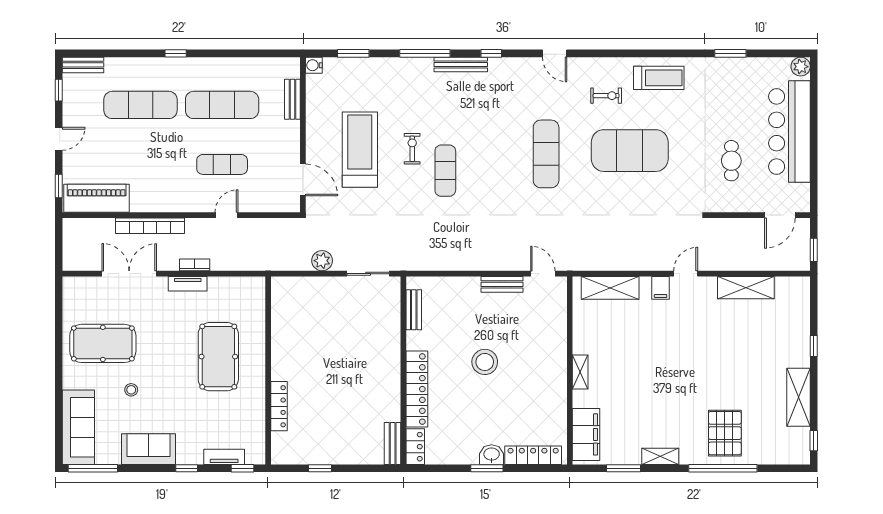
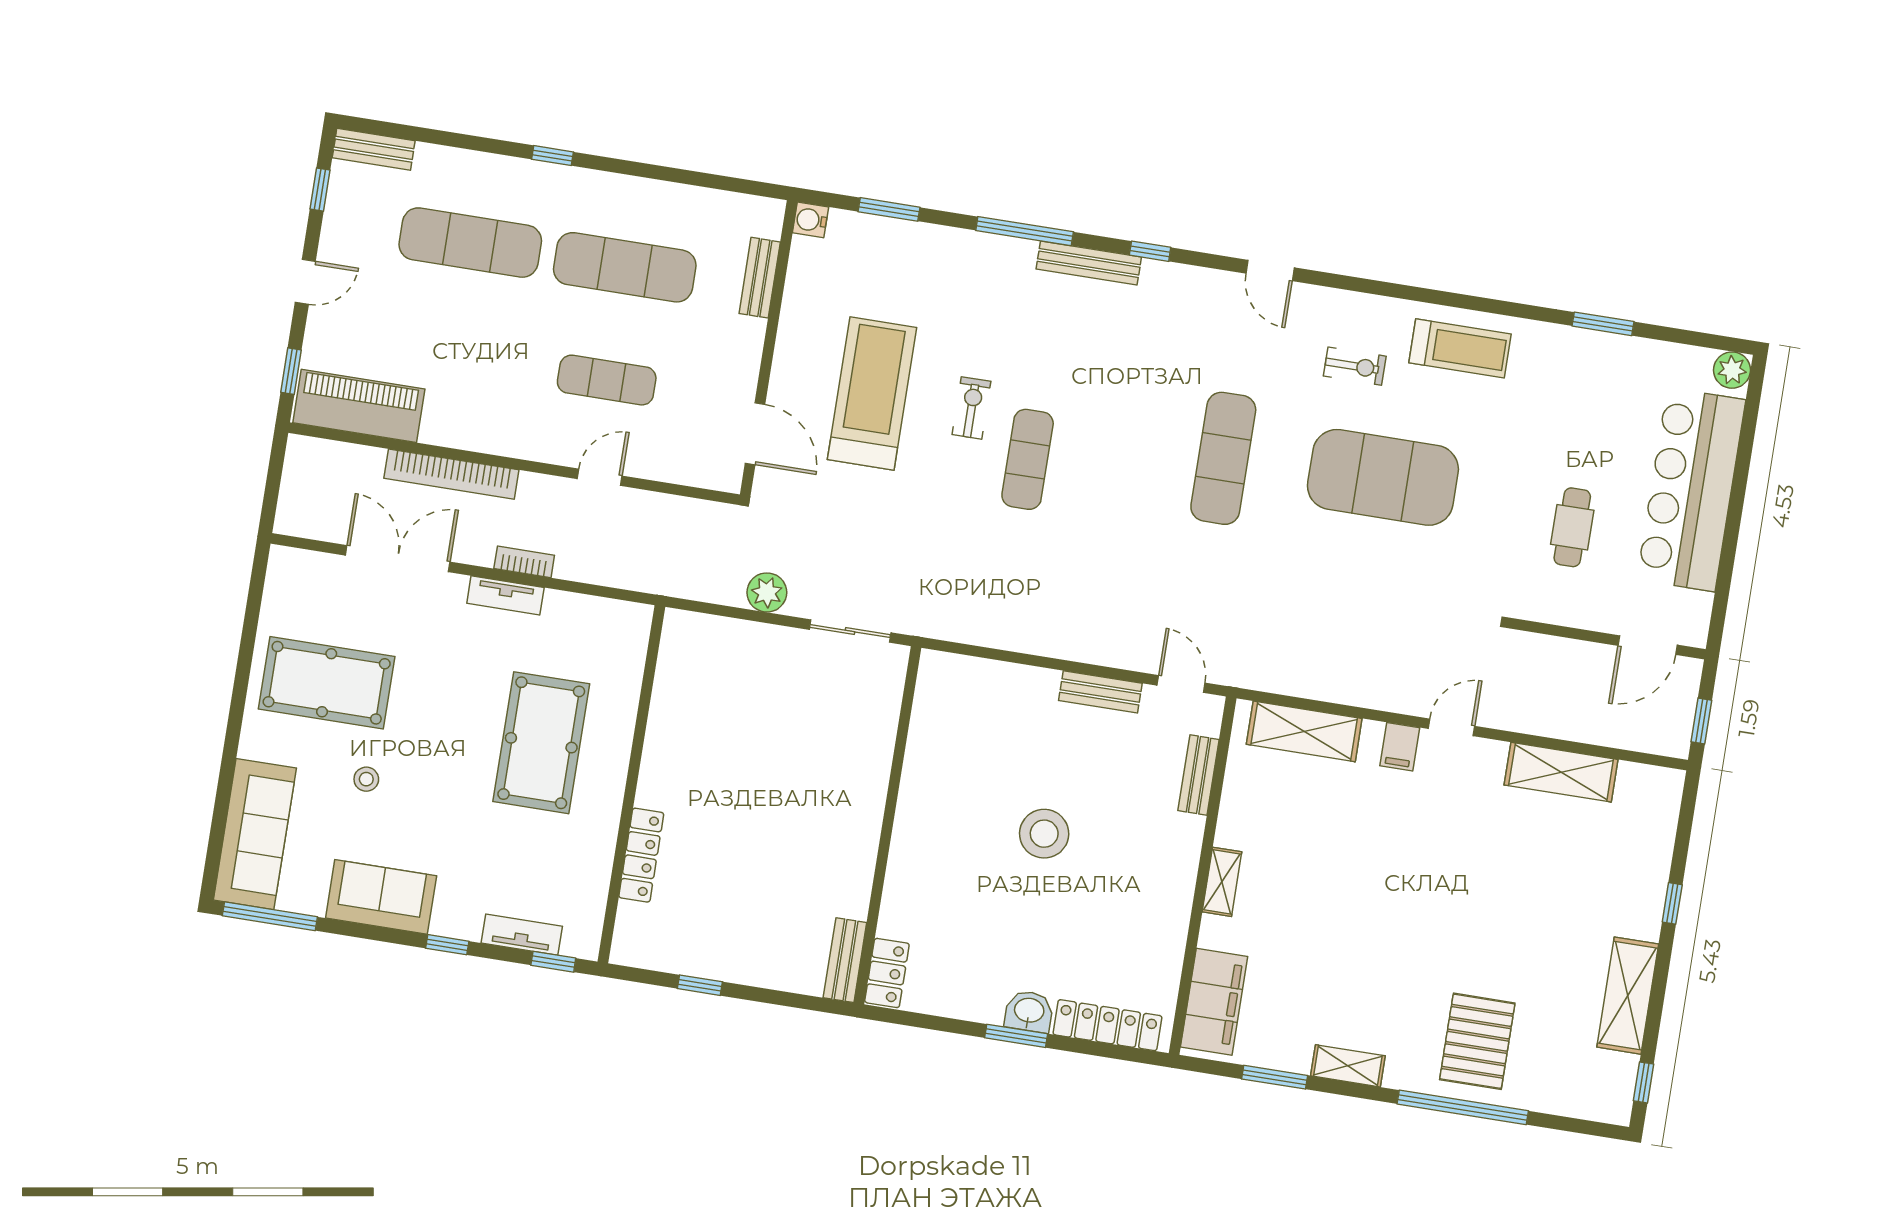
bench: (414, 310) -> (1198, 775), moved
locker: (417, 389) -> (908, 864), removed

